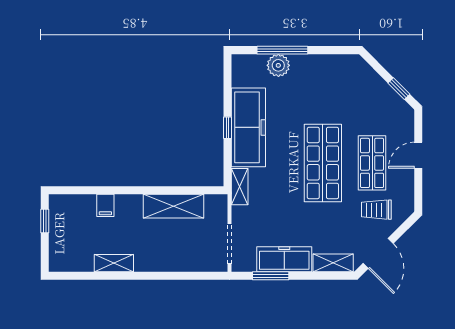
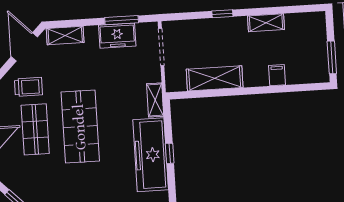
window: (45, 221) -> (332, 57), width x1.50
freezer: (284, 259) -> (117, 36), width x0.71
window: (161, 276) -> (222, 14), added

